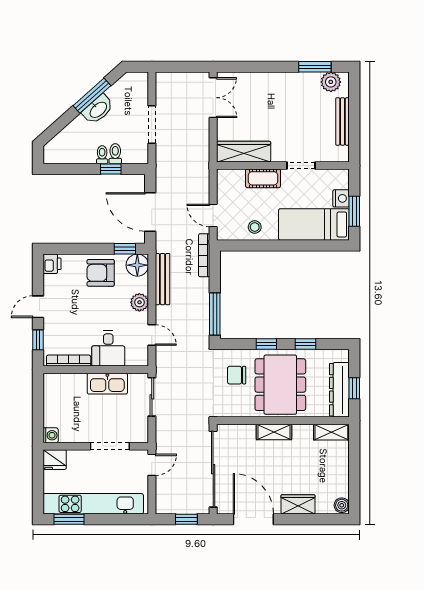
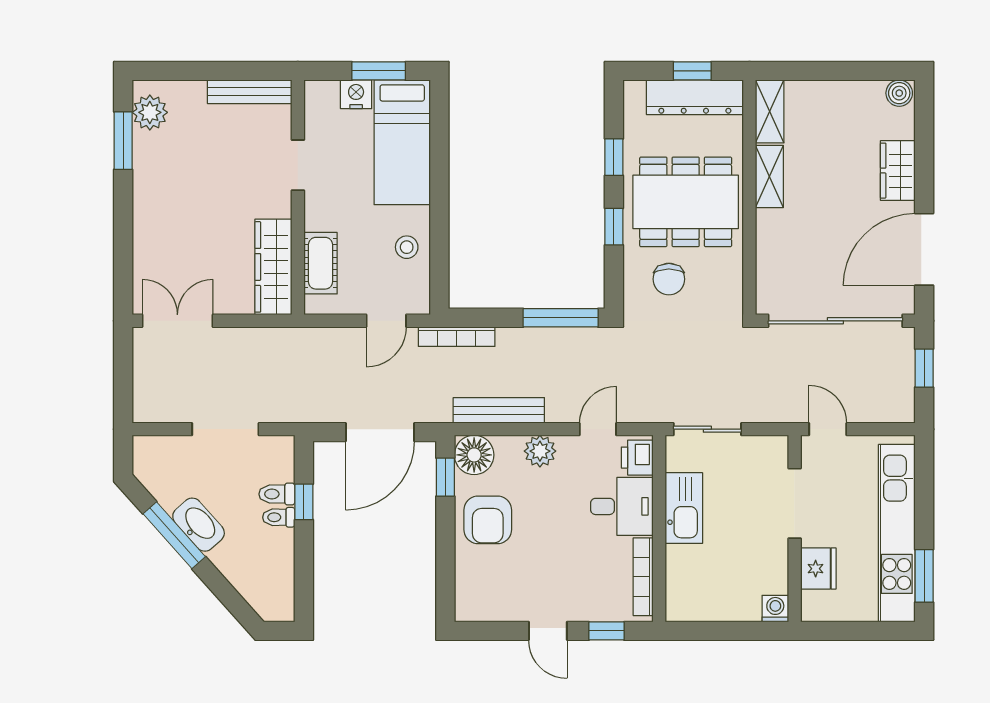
bench: (343, 122) -> (250, 92), moved
cot: (263, 178) -> (321, 263), moved
printer: (52, 264) -> (637, 458), moved, turned -90
shelving: (274, 432) -> (769, 176), moved
fridge: (55, 460) -> (818, 569), moved

